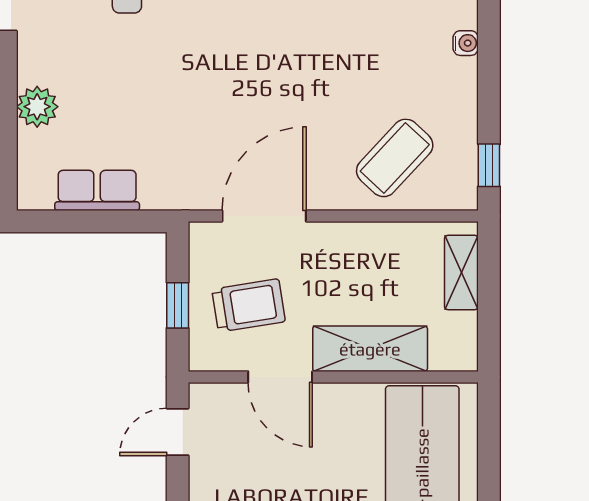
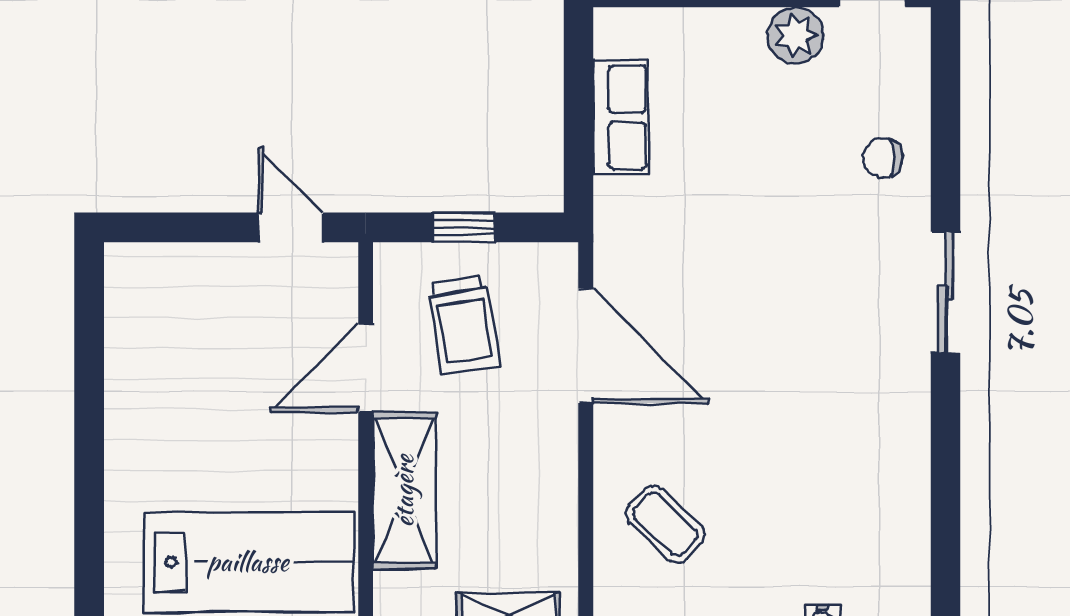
plant: (37, 107) -> (796, 35), moved
coffee table: (395, 158) -> (665, 524), width x0.73, depth x0.77

